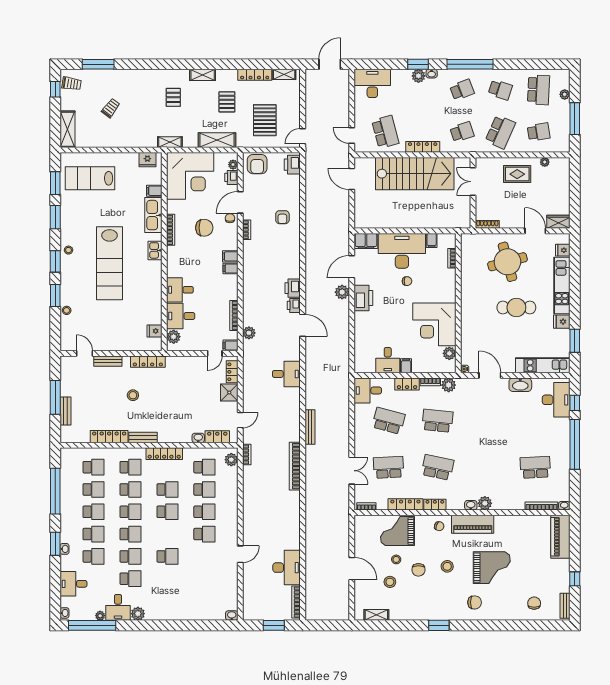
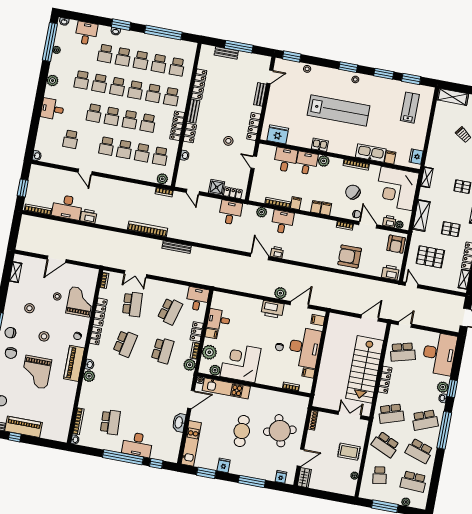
desk: (372, 83) -> (439, 354), width x1.36, depth x1.30
school desk: (462, 90) -> (425, 420), width x1.85
school desk: (500, 90) -> (419, 451), width x1.85
school desk: (462, 132) -> (391, 414), width x1.85
armchair: (257, 164) -> (396, 244), turned -90
rug: (517, 174) -> (349, 452), turned 90
lab bench: (90, 178) -> (410, 108), width x0.73, depth x0.72
armchair: (282, 217) -> (350, 256), width x1.88, depth x1.88
chair: (204, 228) -> (353, 192), turned 123
filing cabinet: (366, 241) -> (318, 320), width x0.50
kitchen sink: (155, 250) -> (320, 145), moved
lab bench: (110, 263) -> (339, 110), turned 180
door: (352, 267) -> (299, 305), hinge flipped
window: (575, 284) -> (252, 481), added
kitchen unit: (562, 285) -> (226, 388), moved, turned 180
printer: (293, 288) -> (88, 216), moved
window: (55, 295) -> (292, 57), moved
desk: (256, 306) -> (282, 222), added
door: (303, 325) -> (260, 256), swing flipped
fridge: (154, 331) -> (278, 134), width x1.88, depth x1.34
plant: (174, 337) -> (324, 161), moved
filing cabinet: (230, 345) -> (296, 203), moved
door: (215, 353) -> (254, 162), moved
plant: (429, 364) -> (209, 352), added
desk: (286, 374) -> (230, 213), moved, turned 180
stool: (133, 395) -> (228, 141), moved
desk: (556, 400) -> (137, 445), moved
locker: (217, 437) -> (190, 133), moved
school desk: (167, 534) -> (112, 116), added
piano: (560, 537) -> (23, 427), moved
chair: (418, 570) -> (10, 333), moved
school desk: (204, 579) -> (71, 139), added
stool: (390, 582) -> (29, 308), moved
desk: (118, 607) -> (52, 109), moved

